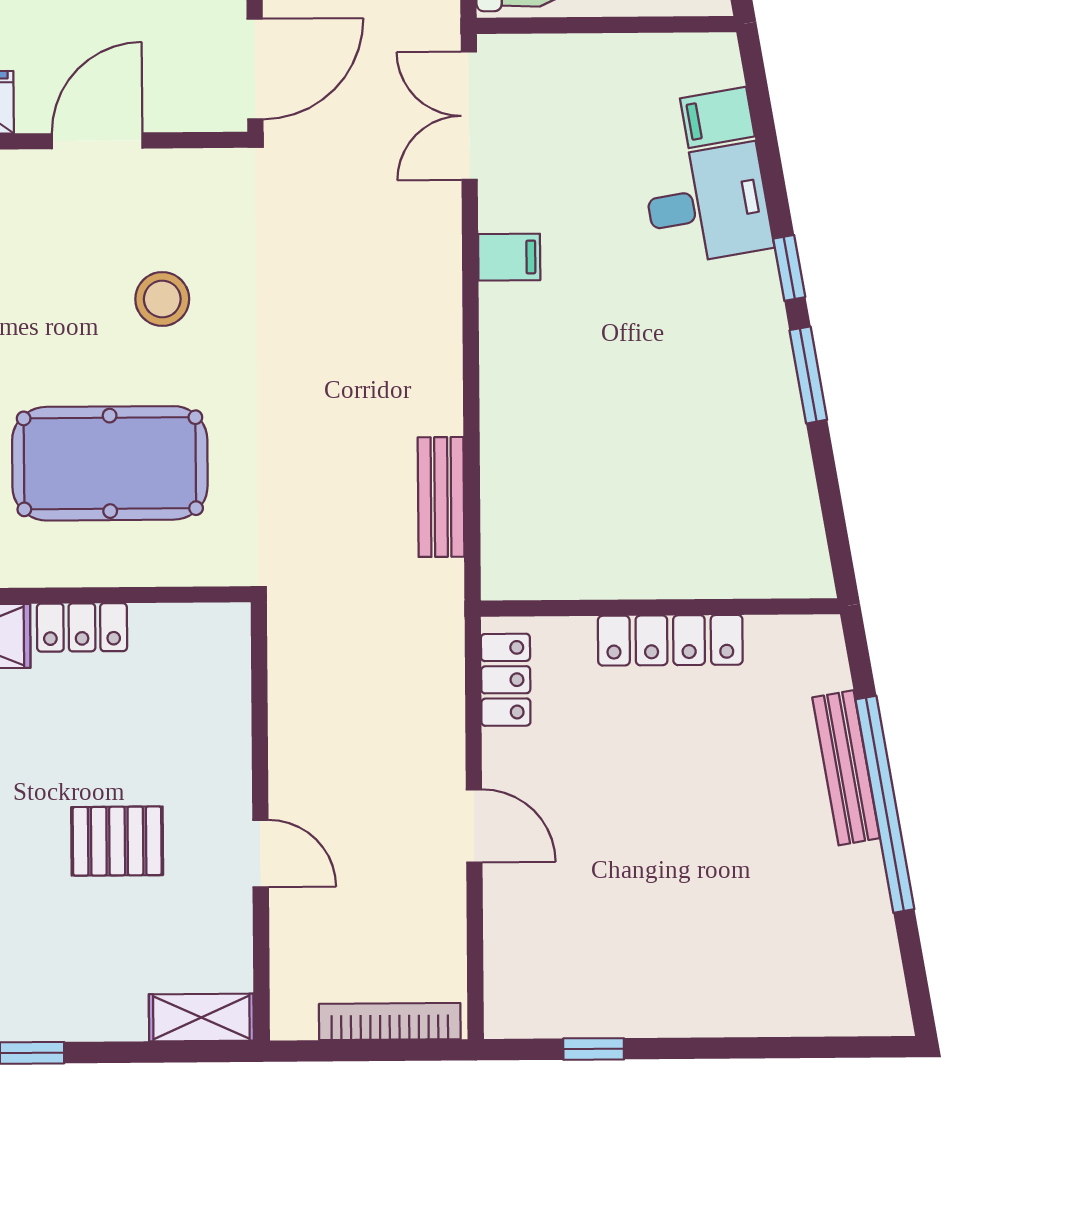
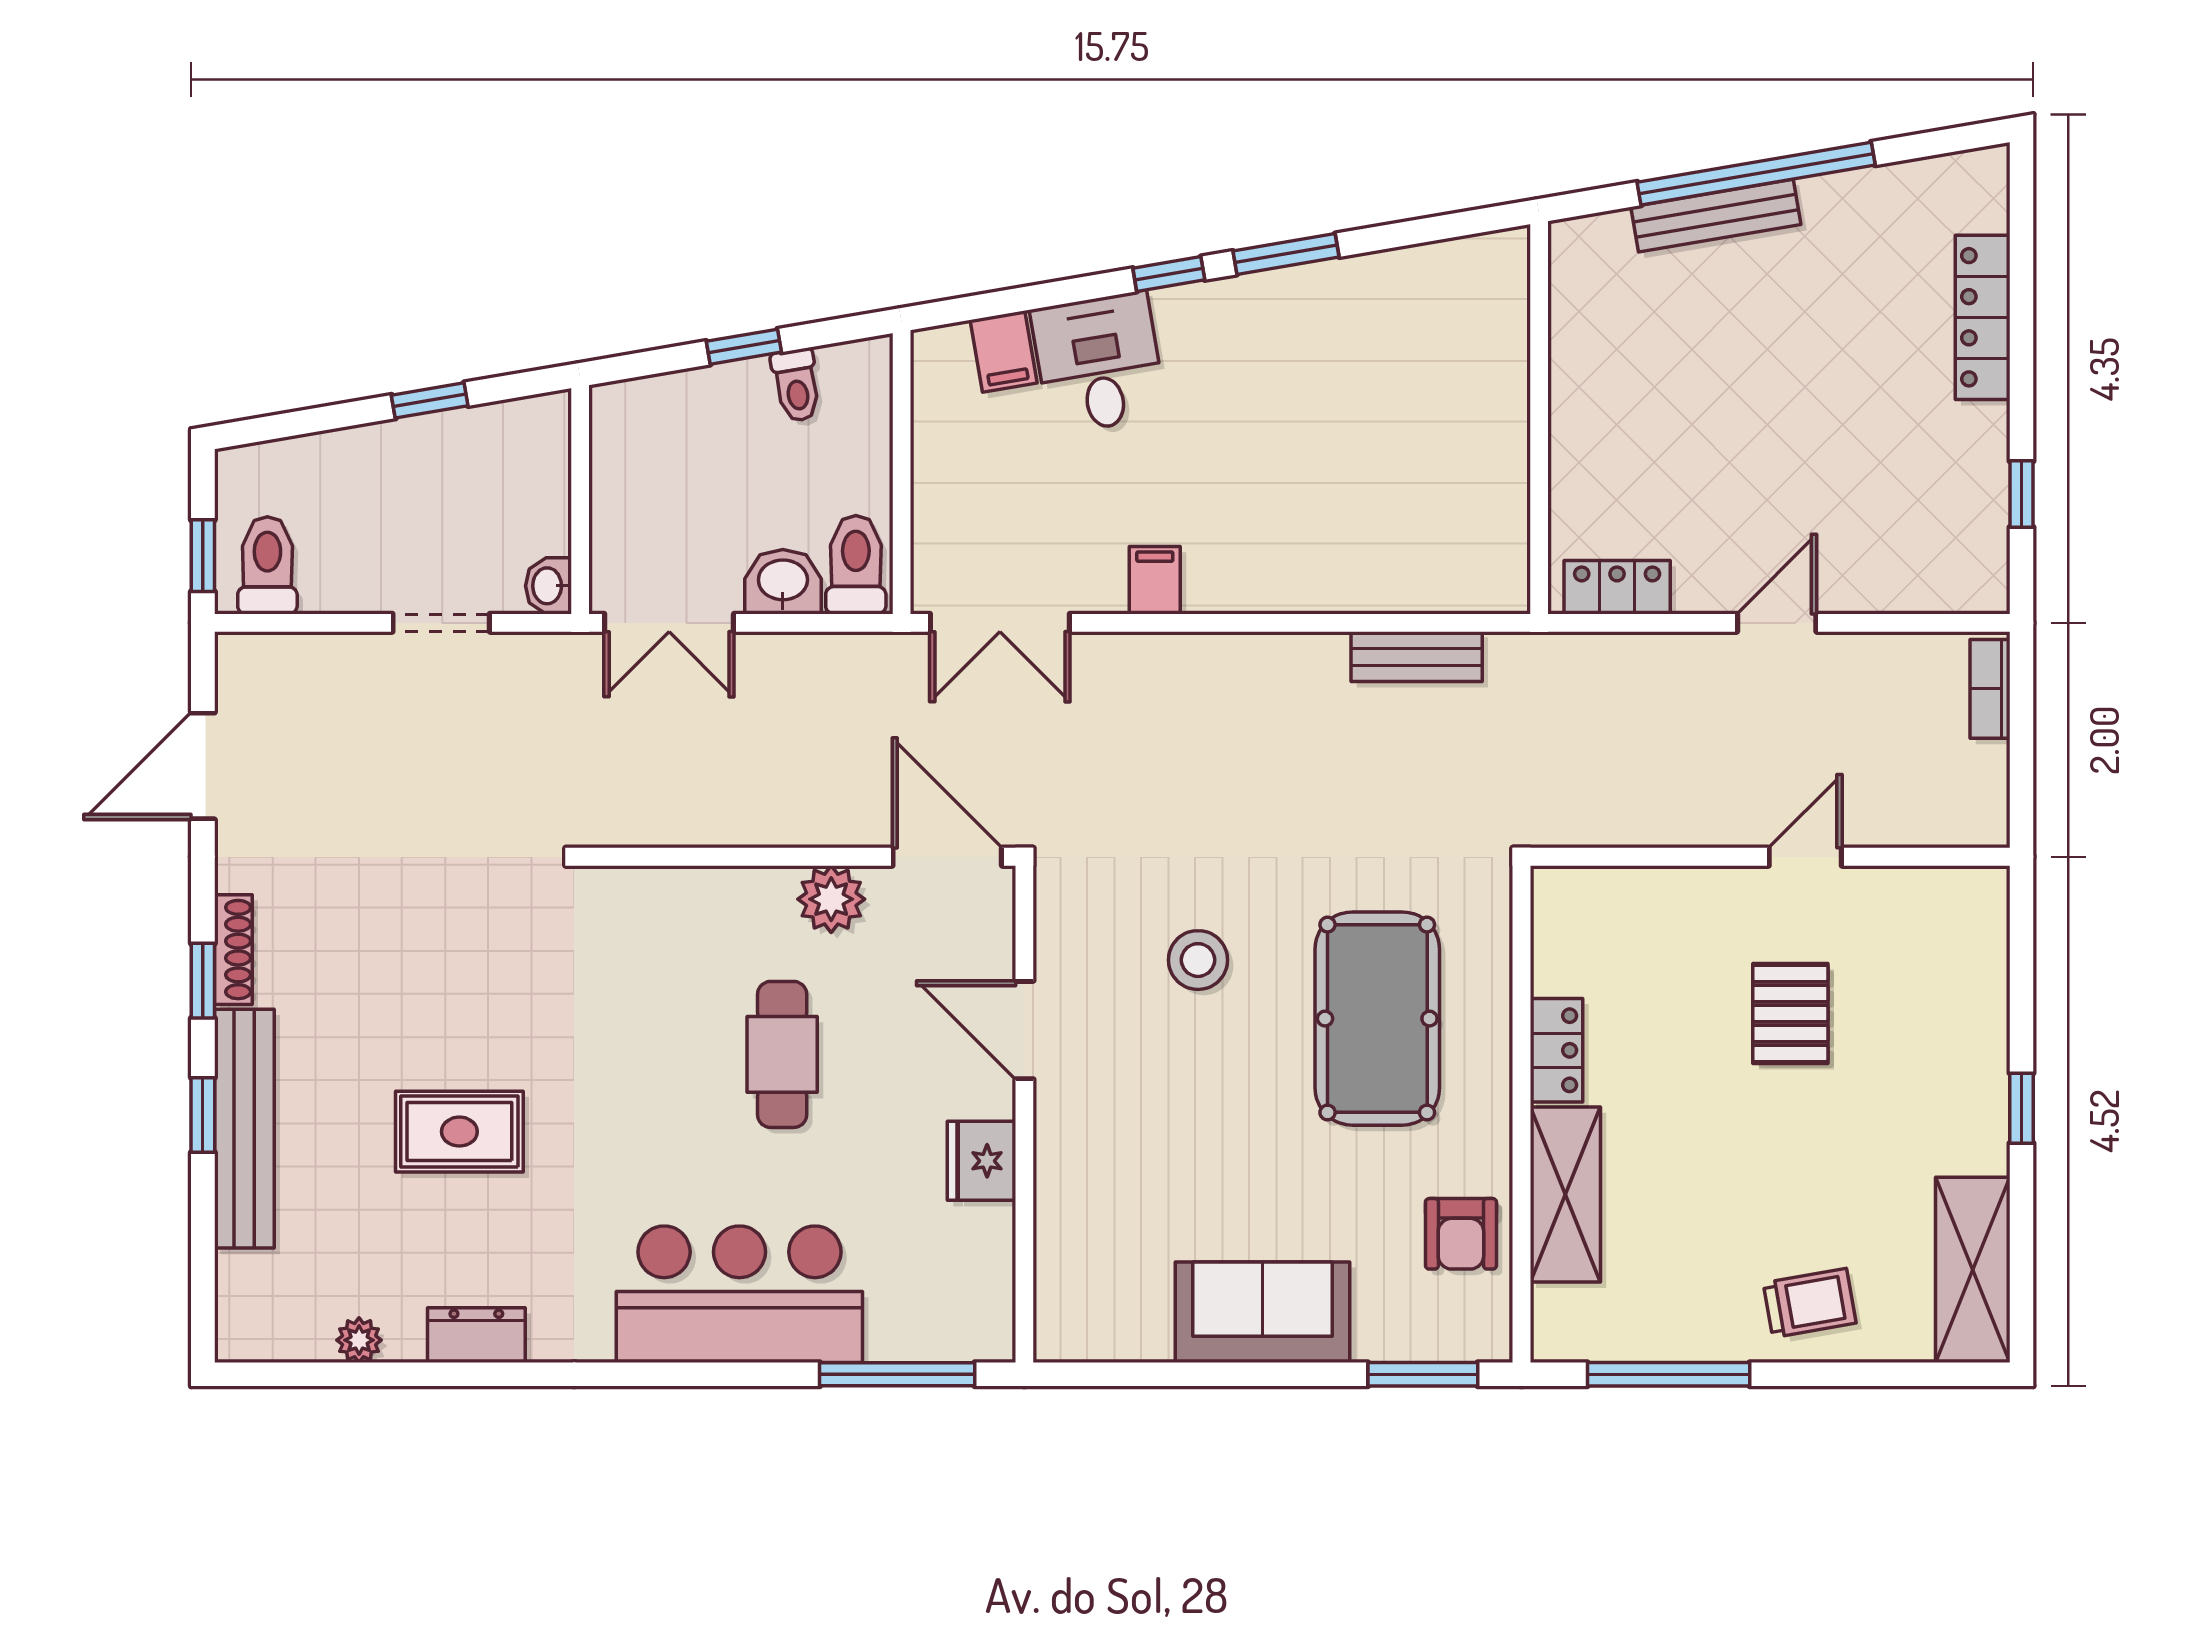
locker: (670, 640) -> (1983, 317), moved, turned 180
shelving: (201, 1017) -> (1984, 923), removed
bookcase: (390, 1022) -> (1990, 689), width x0.64

